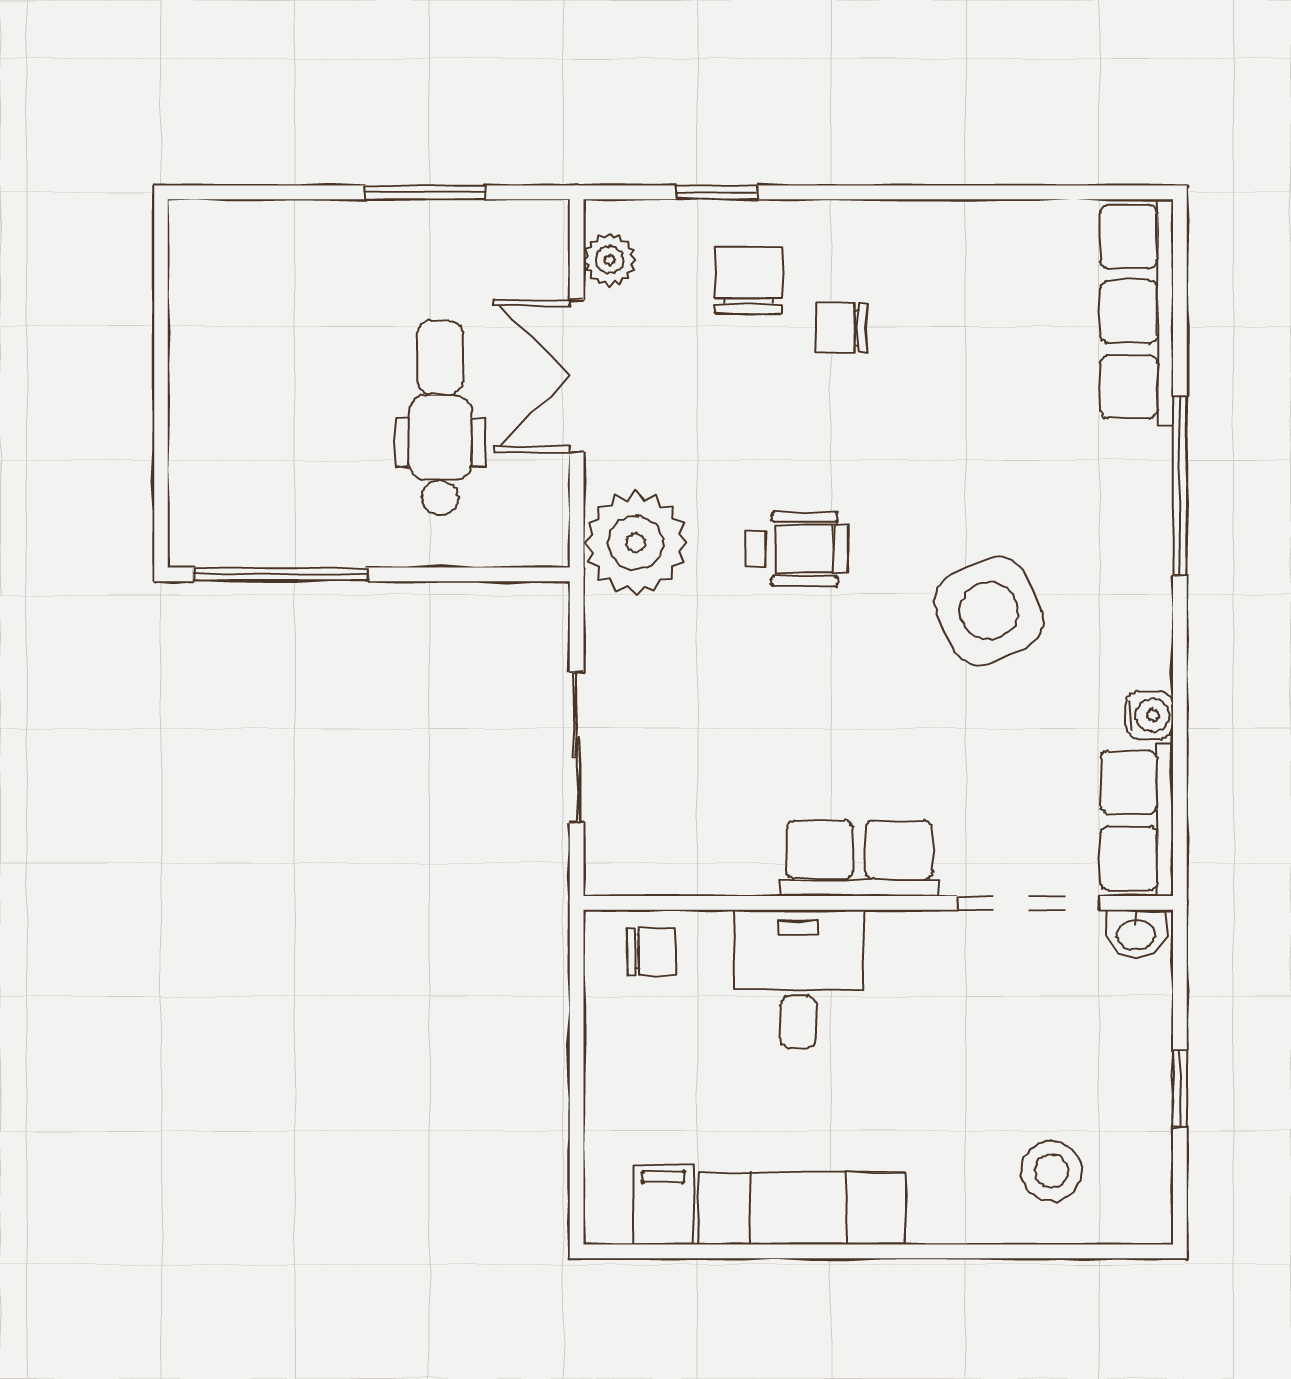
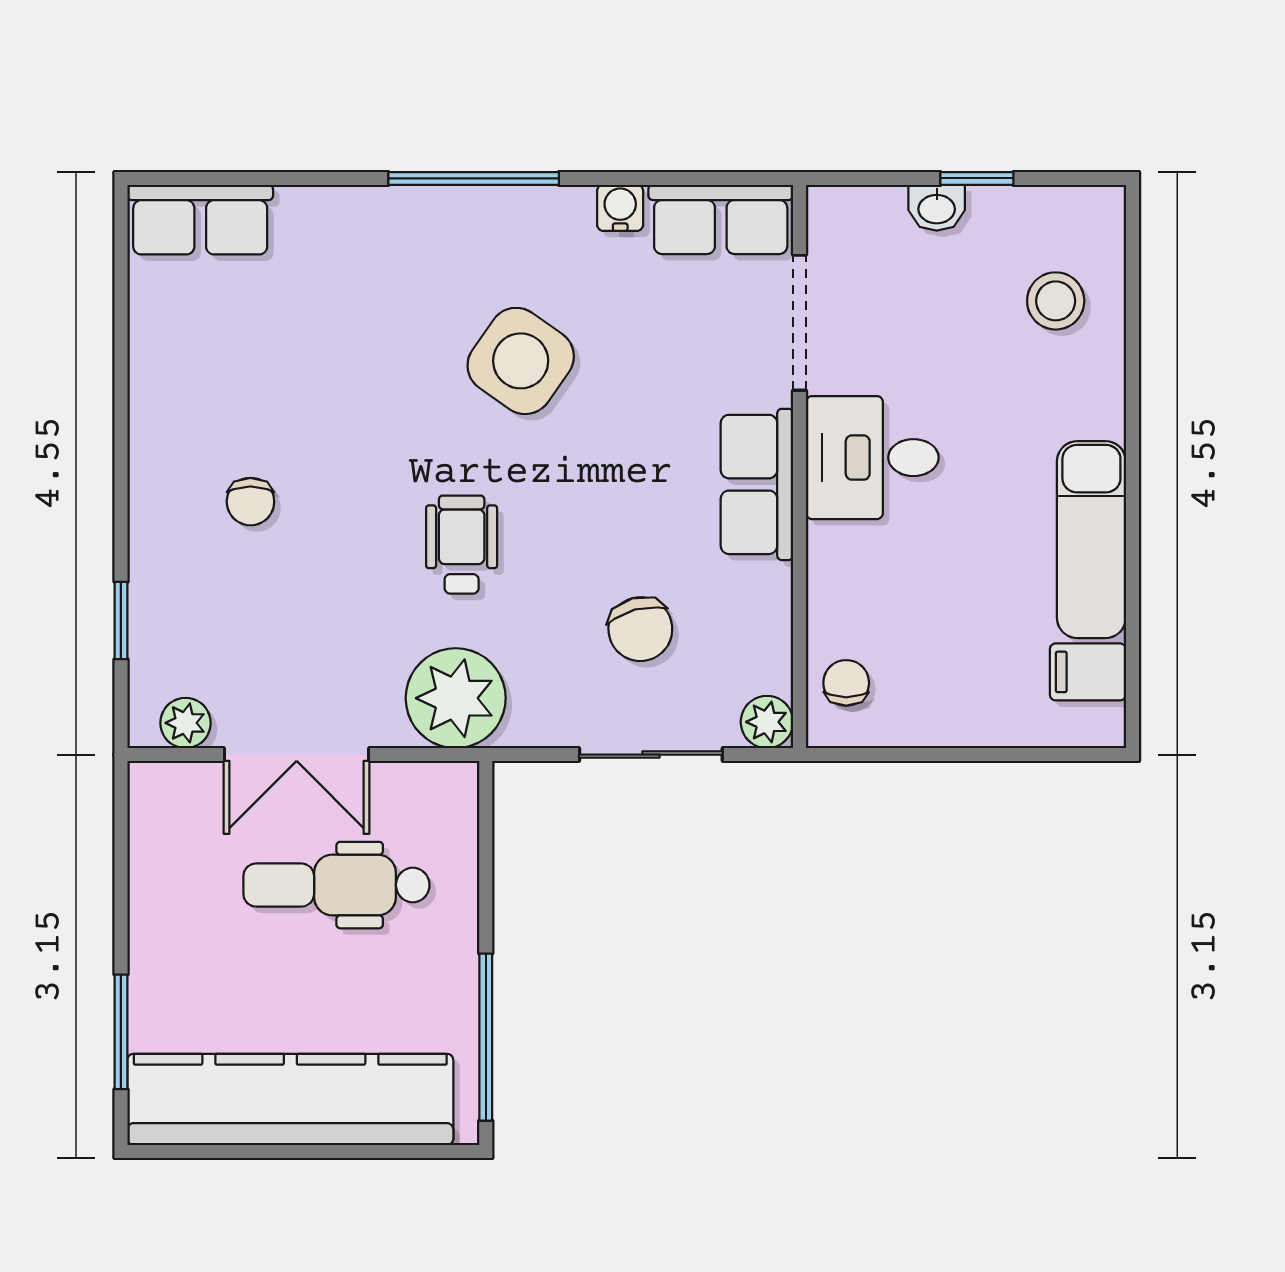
window: (425, 192) -> (121, 1032), moved
chair: (749, 281) -> (640, 629), moved, turned -105
row of seats: (1137, 312) -> (200, 220), width x0.68
kitchen counter: (216, 370) -> (290, 1099), added
window: (1180, 486) -> (474, 178), moved
side table: (989, 611) -> (521, 361), turned -30
plant: (611, 869) -> (767, 722), added
washbasin: (1136, 934) -> (937, 208), moved, turned 90
desk: (798, 979) -> (872, 458), moved

